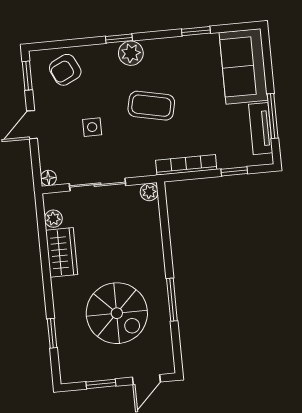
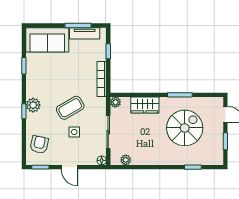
armchair: (65, 70) -> (39, 145), turned -142
coffee table: (151, 106) -> (70, 108), moved, turned 48
wardrobe: (62, 252) -> (145, 105), moved, turned 180

